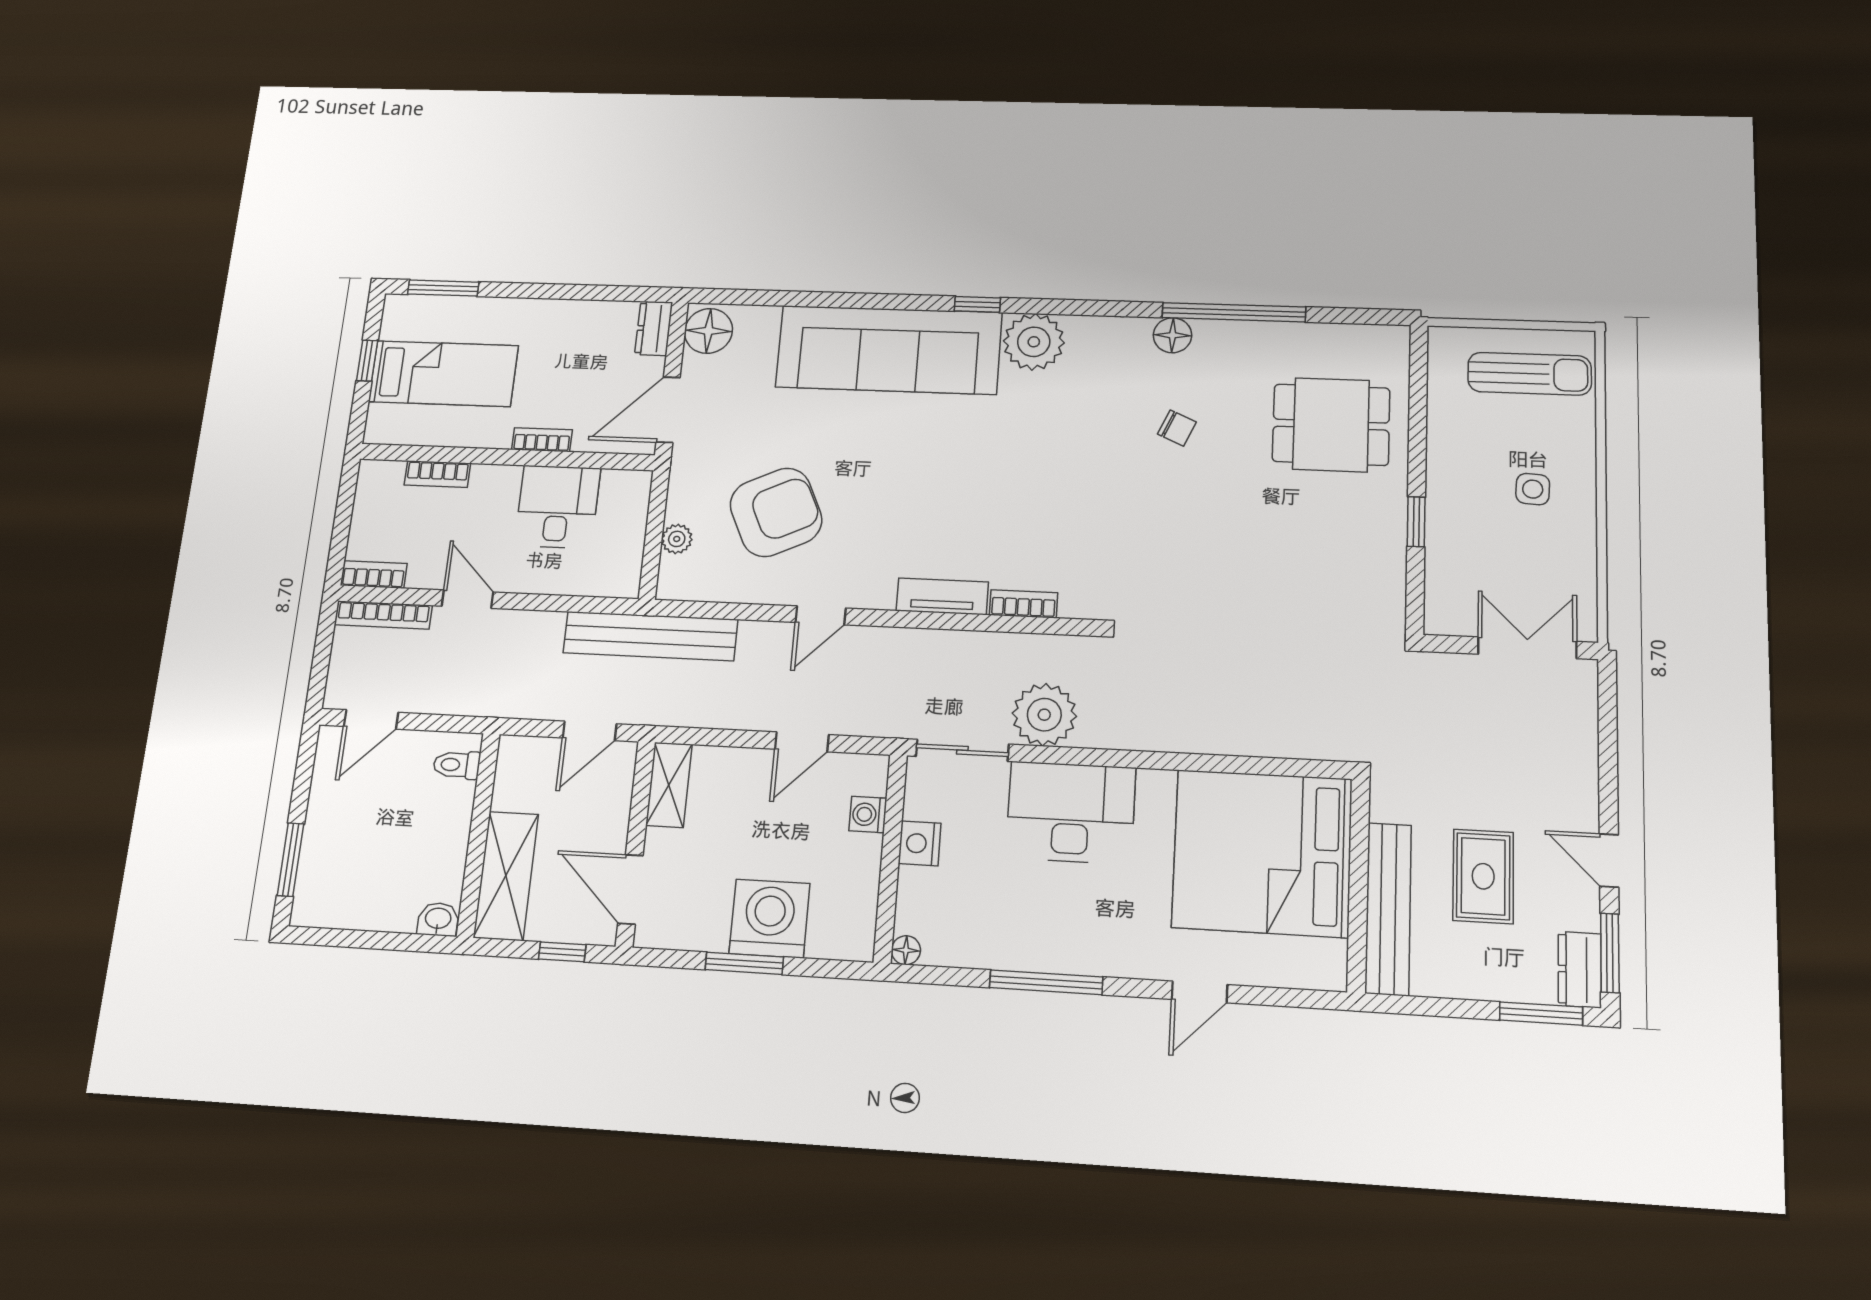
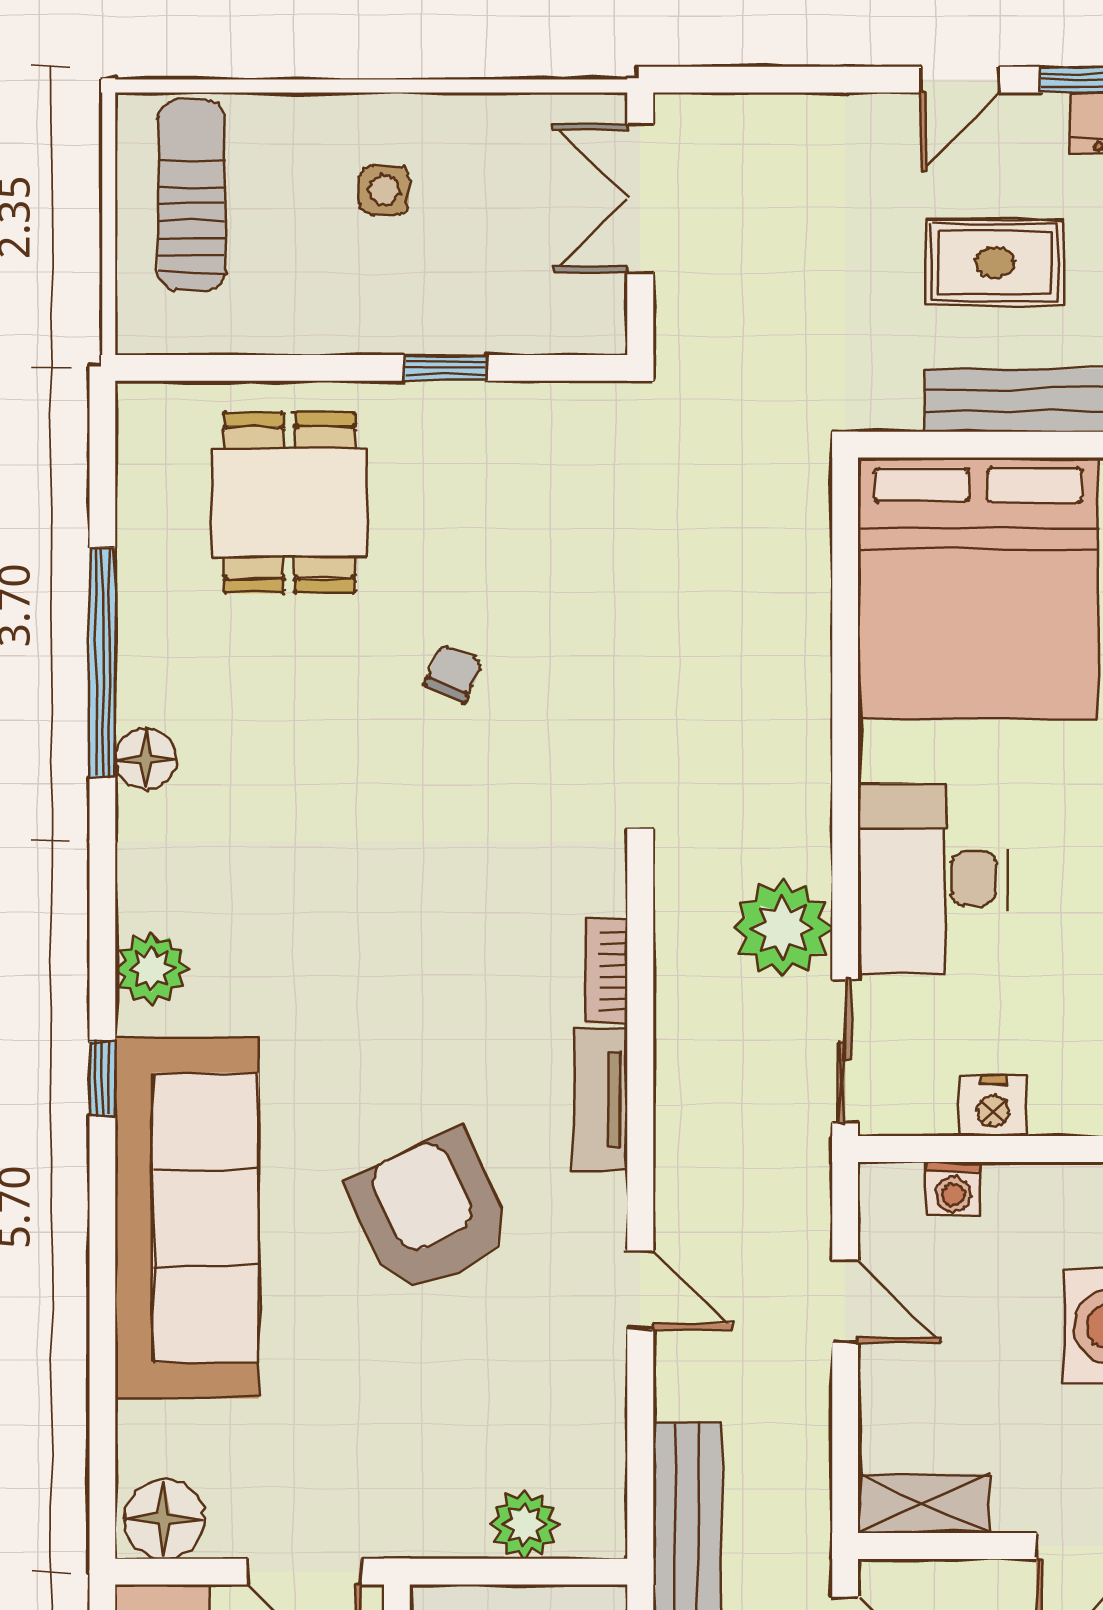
plant: (1034, 342) -> (152, 969), width x0.73, depth x0.73
chair: (1177, 428) -> (453, 673), moved
armchair: (776, 512) -> (430, 1213), moved
plant: (677, 539) -> (524, 1524), width x1.38, depth x1.38

